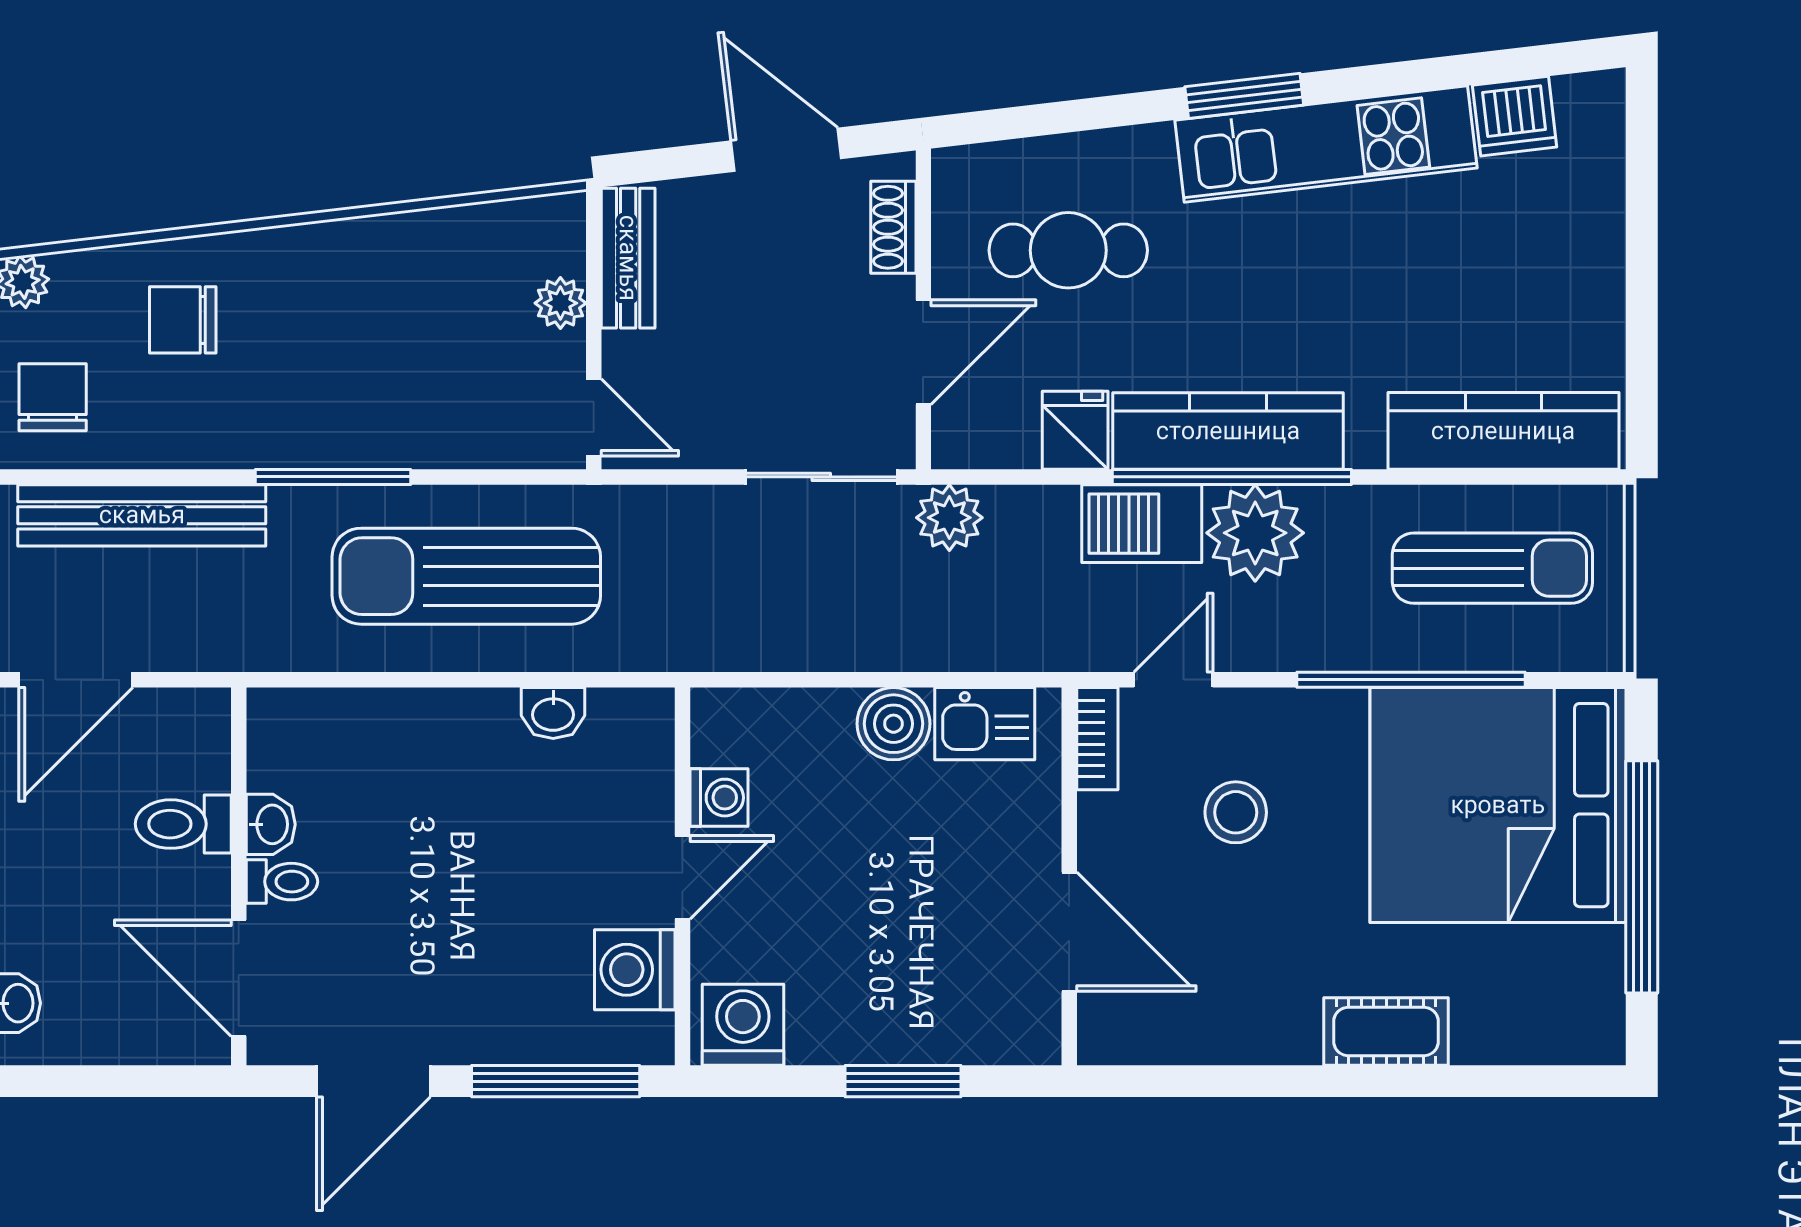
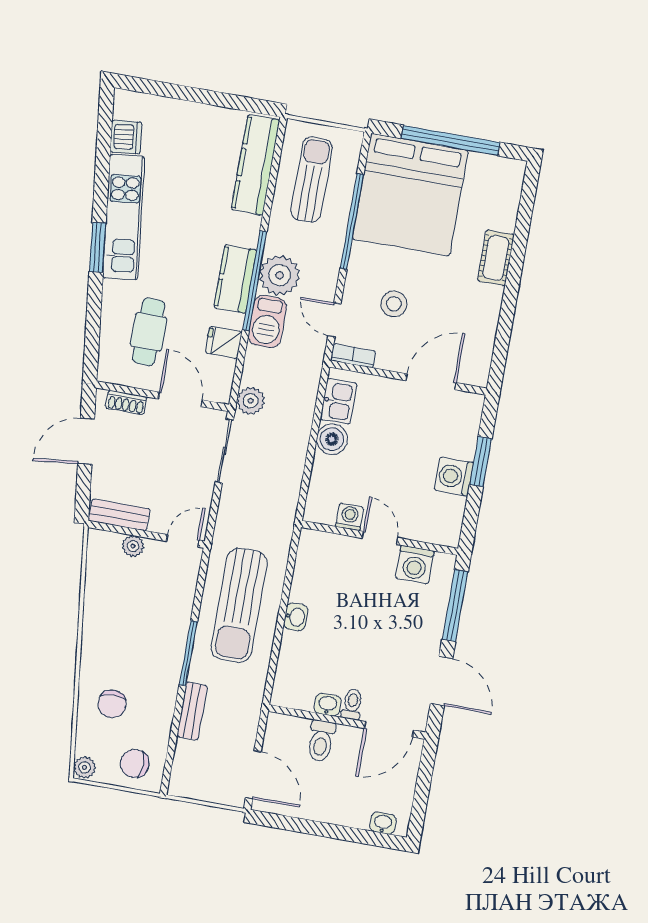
kitchen counter: (1228, 431) -> (235, 279), width x0.67
bench: (142, 515) -> (192, 711), width x0.54, depth x0.82
washbasin: (553, 713) -> (296, 617), moved
washing machine: (743, 1025) -> (454, 477), moved

